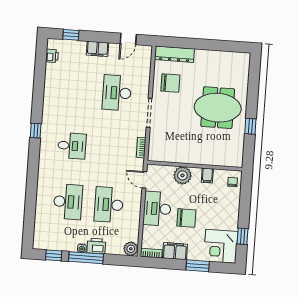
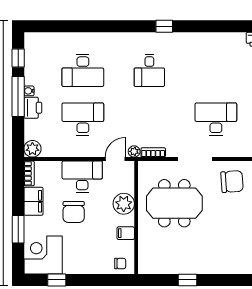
chair: (170, 83) -> (232, 182), turned -94
meeting table: (218, 108) -> (174, 203), moved, turned 90
plant: (139, 164) -> (134, 151), added

